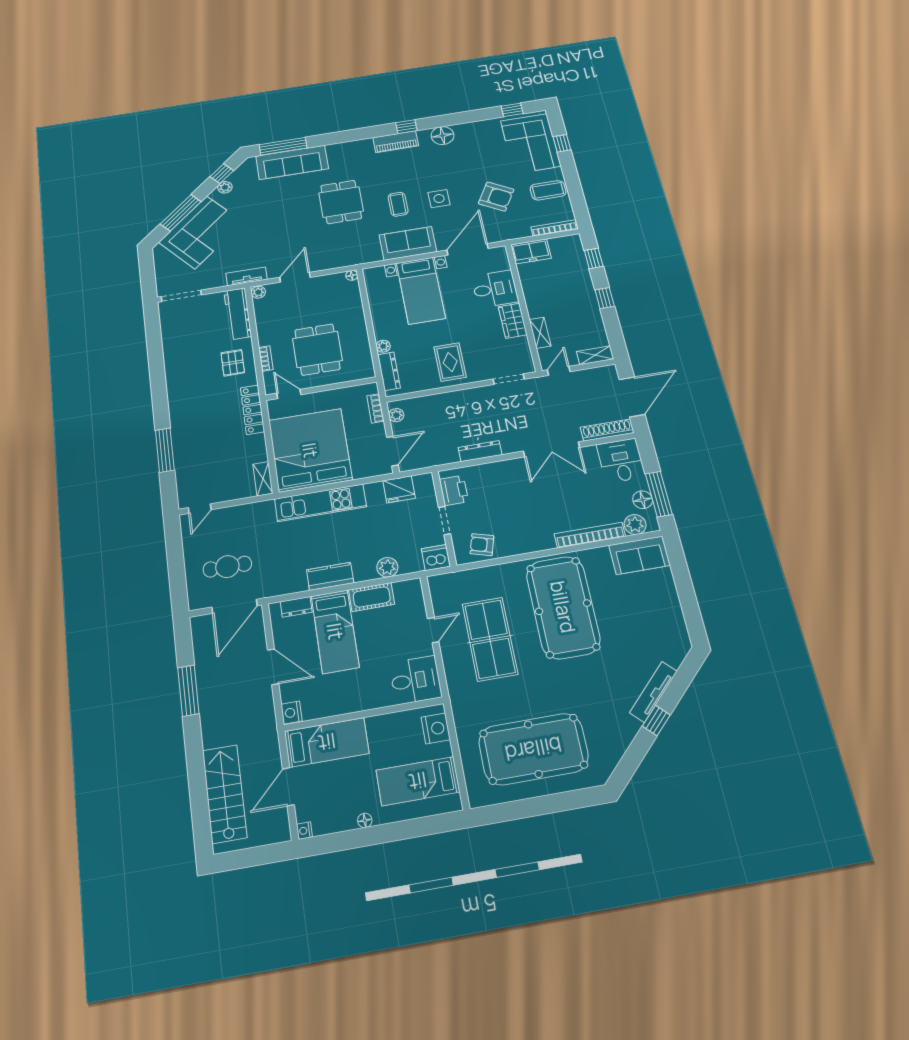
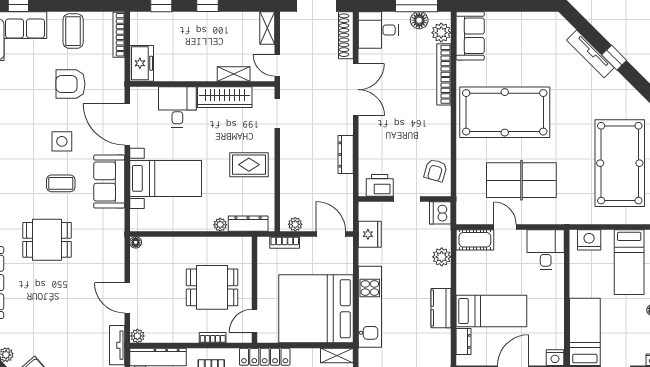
armchair: (496, 197) -> (71, 84), turned -120
wardrobe: (513, 321) -> (225, 97), width x1.50
cot: (372, 597) -> (475, 240), moved, turned 90

